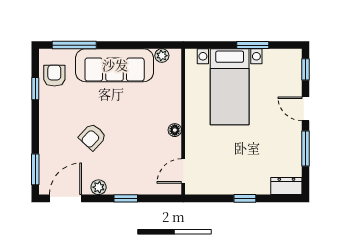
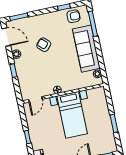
bed with nightstands: (230, 87) -> (72, 115), moved, turned -90
door: (183, 171) -> (35, 99), swing flipped

